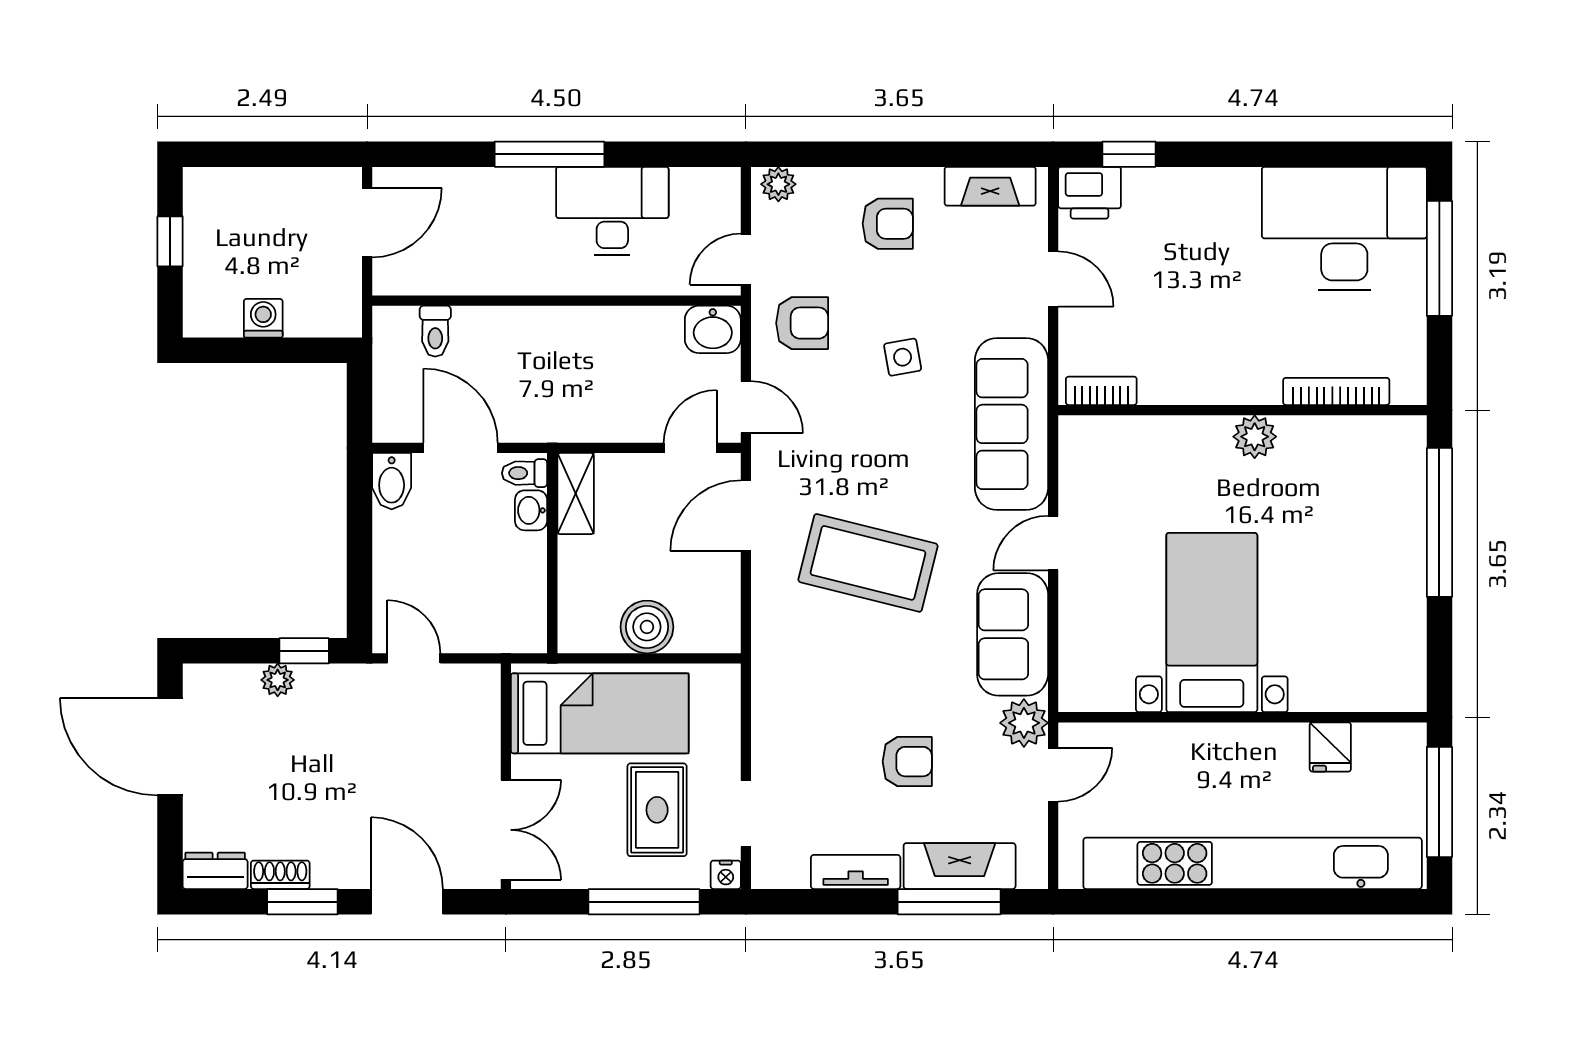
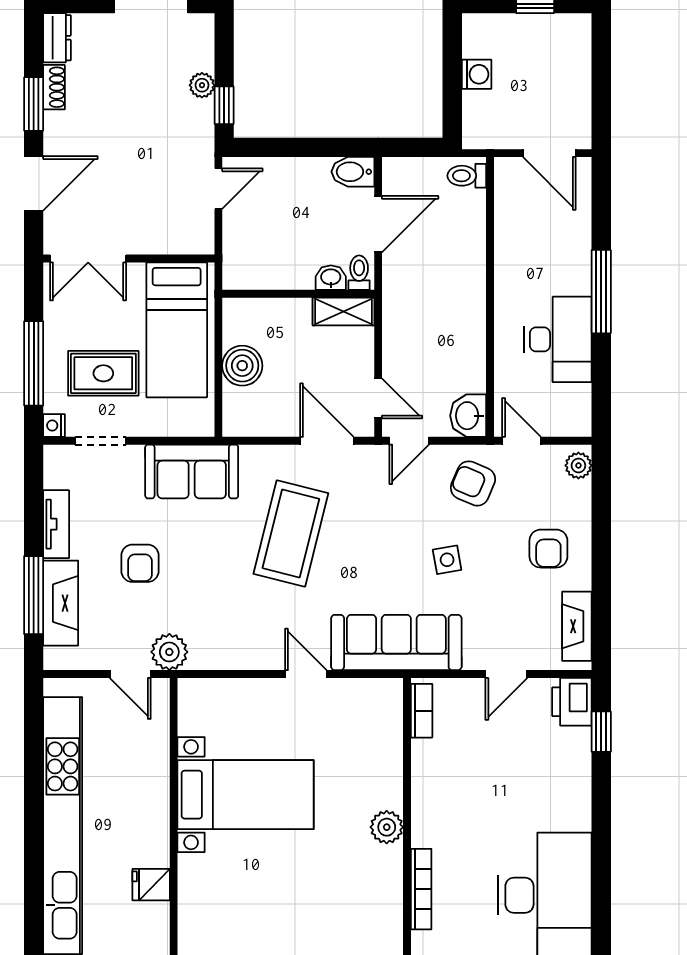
armchair: (802, 323) -> (473, 483), turned 113
toilet: (435, 331) -> (467, 176), moved
sofa: (1013, 634) -> (192, 471), moved, turned 180

